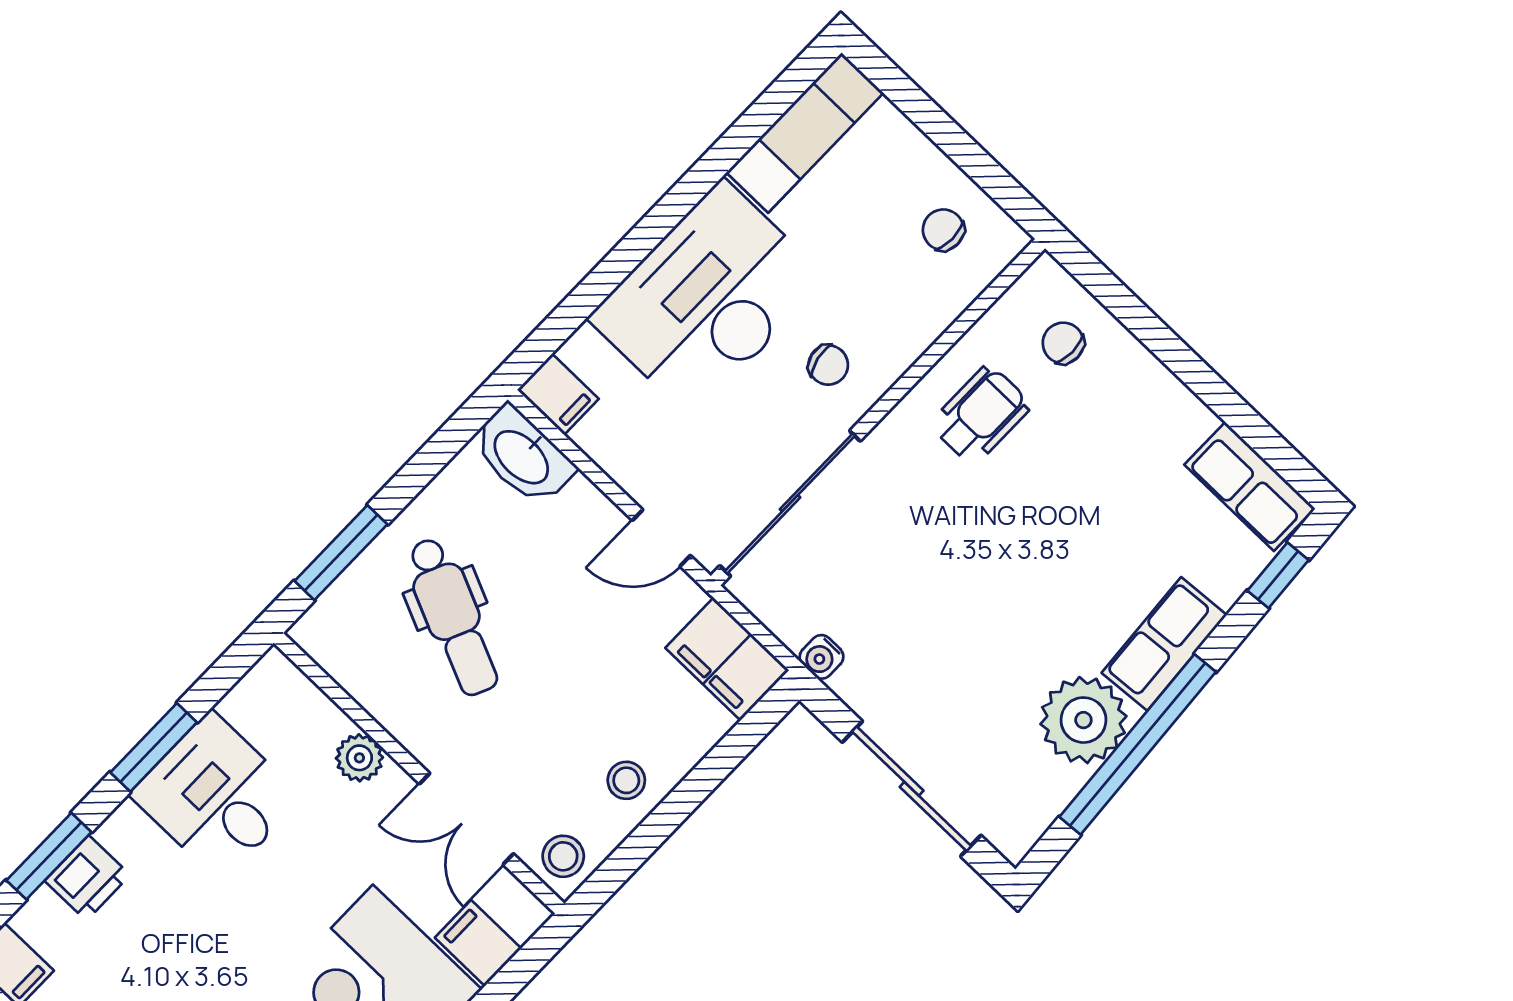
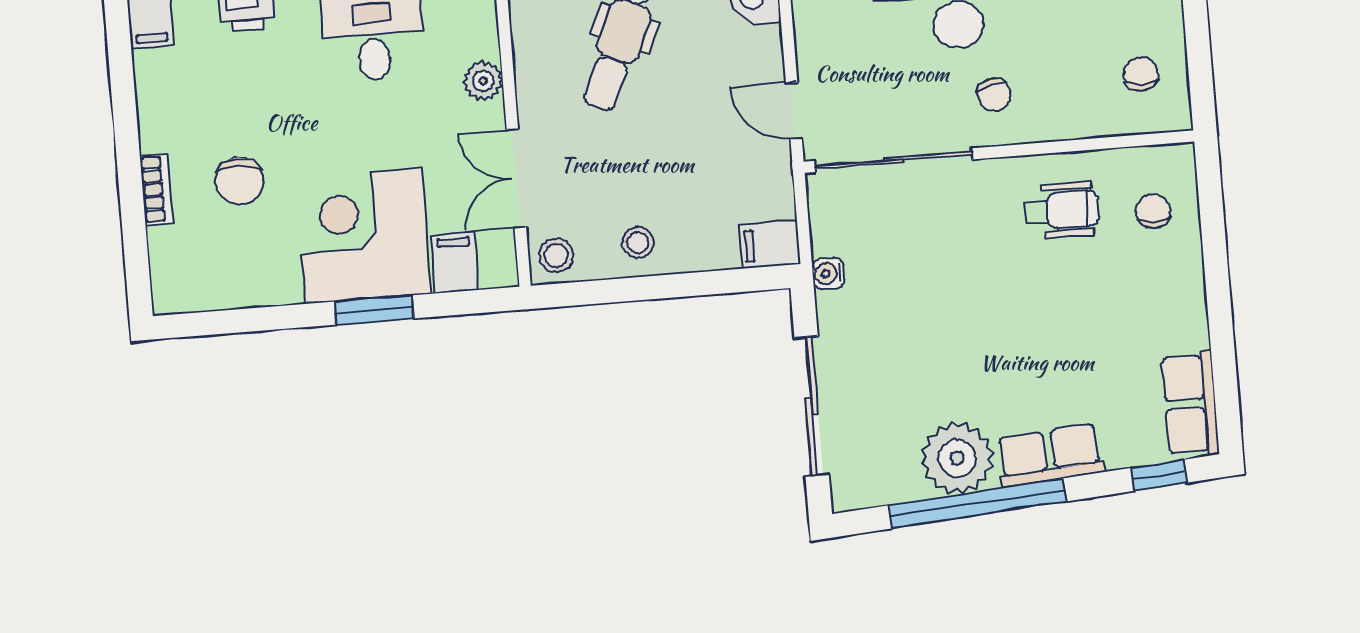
filing cabinet: (727, 659) -> (770, 245), width x0.50

